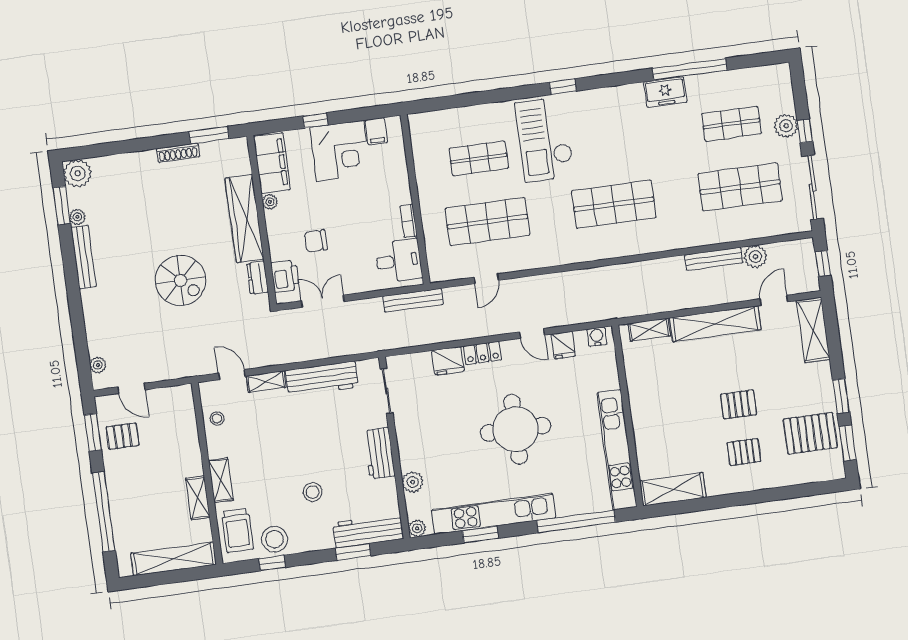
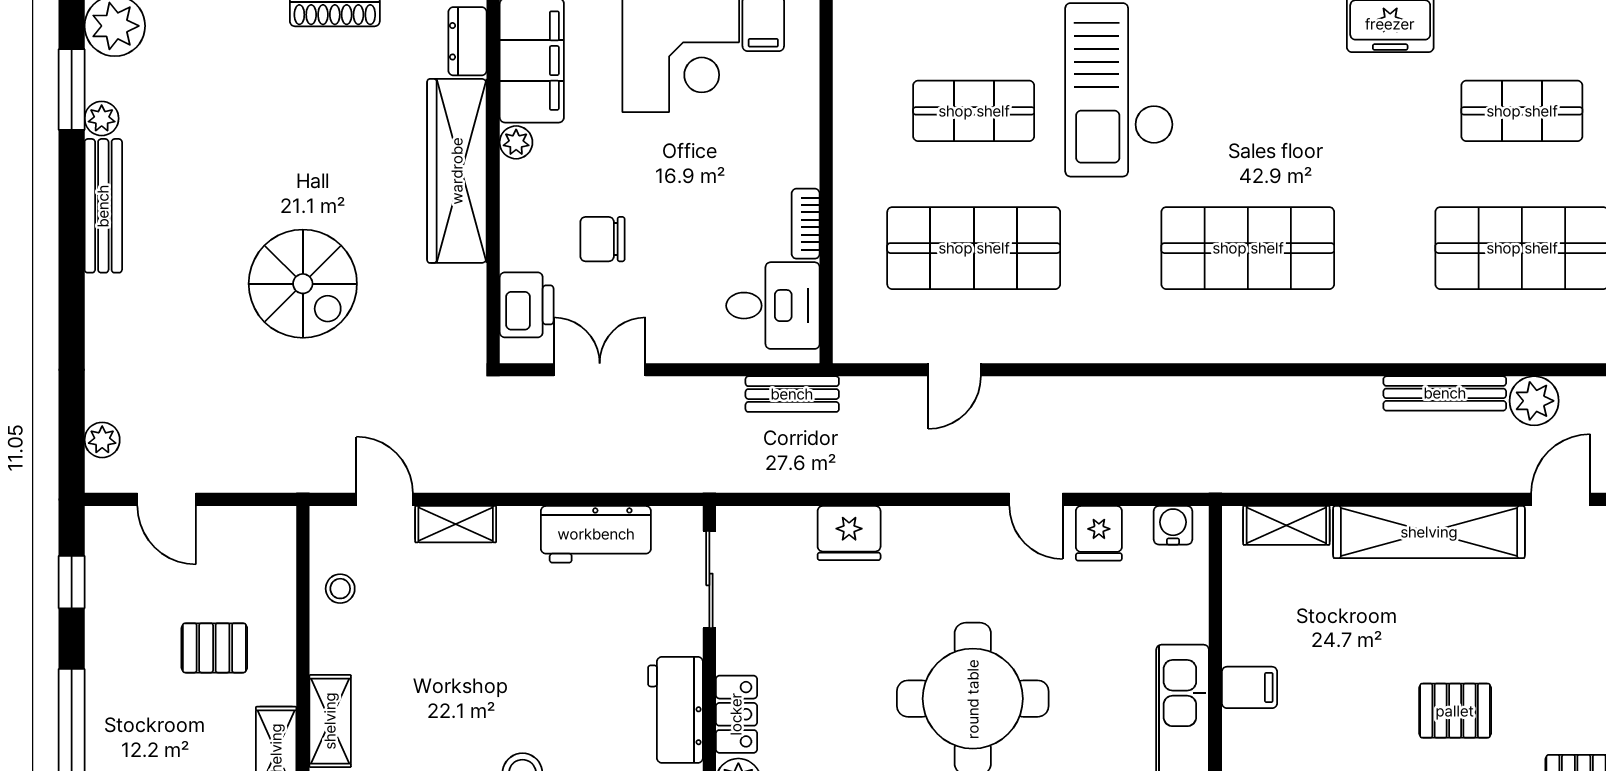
dresser: (257, 278) -> (468, 41), moved
bench: (413, 300) -> (792, 394), width x0.73
locker: (482, 353) -> (736, 714), moved, turned -90
workbench: (322, 379) -> (596, 534), width x0.73
filing cabinet: (642, 407) -> (1249, 687), added
window: (93, 432) -> (72, 582), width x0.67
pallet: (123, 436) -> (214, 648), moved

